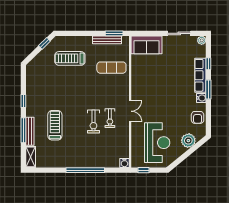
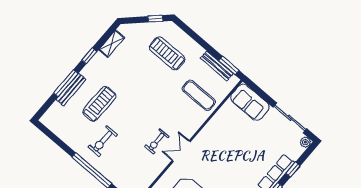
sliding door: (179, 33) -> (290, 118), width x1.37
double door: (130, 111) -> (181, 151), swing flipped
exercise bike: (93, 121) -> (103, 141), moved
shelving: (31, 157) -> (112, 44), moved

